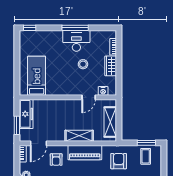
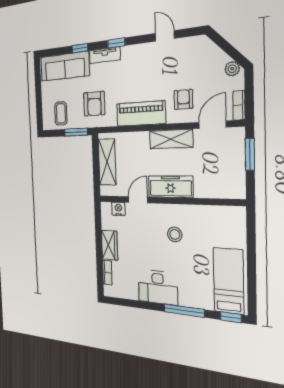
window: (75, 28) -> (184, 311), moved
stool: (83, 64) -> (175, 234), moved
bed: (37, 76) -> (228, 281), moved, turned 180
freezer: (26, 114) -> (171, 187), moved, turned 90
shelving: (79, 136) -> (171, 139), moved
window: (146, 143) -> (76, 132), moved

